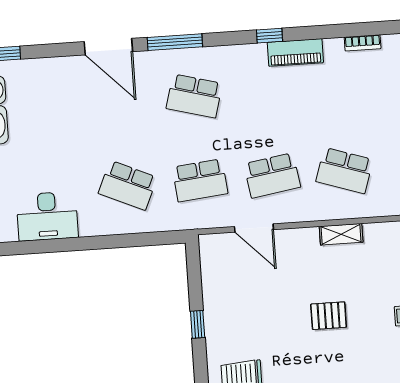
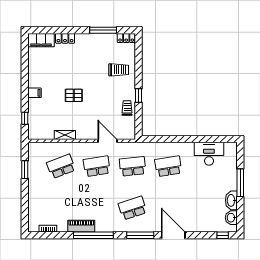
window: (269, 36) -> (93, 235), width x3.17
school desk: (194, 96) -> (133, 208), turned -33
school desk: (344, 171) -> (61, 166), turned -39
school desk: (128, 185) -> (168, 166), turned -33
trolley: (219, 298) -> (127, 108), added

